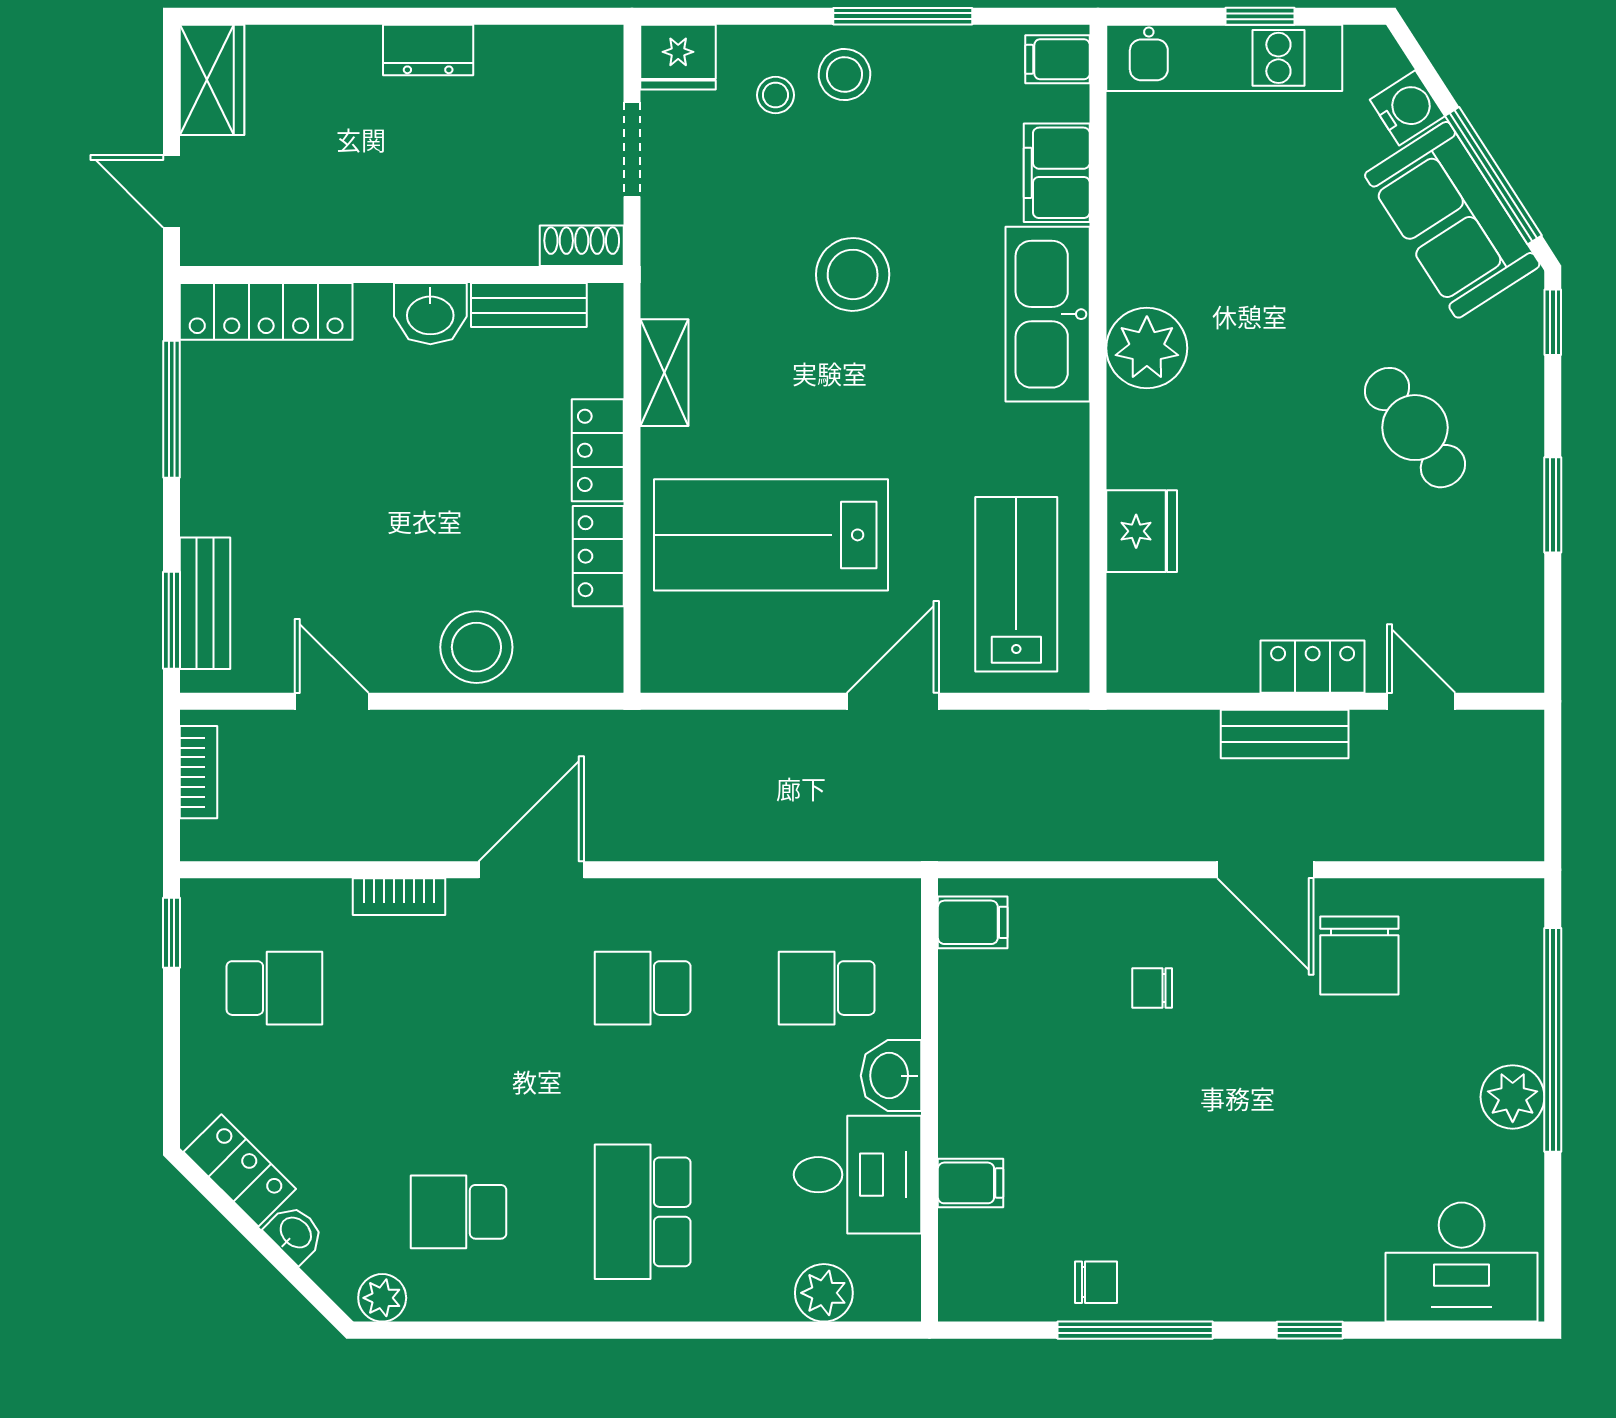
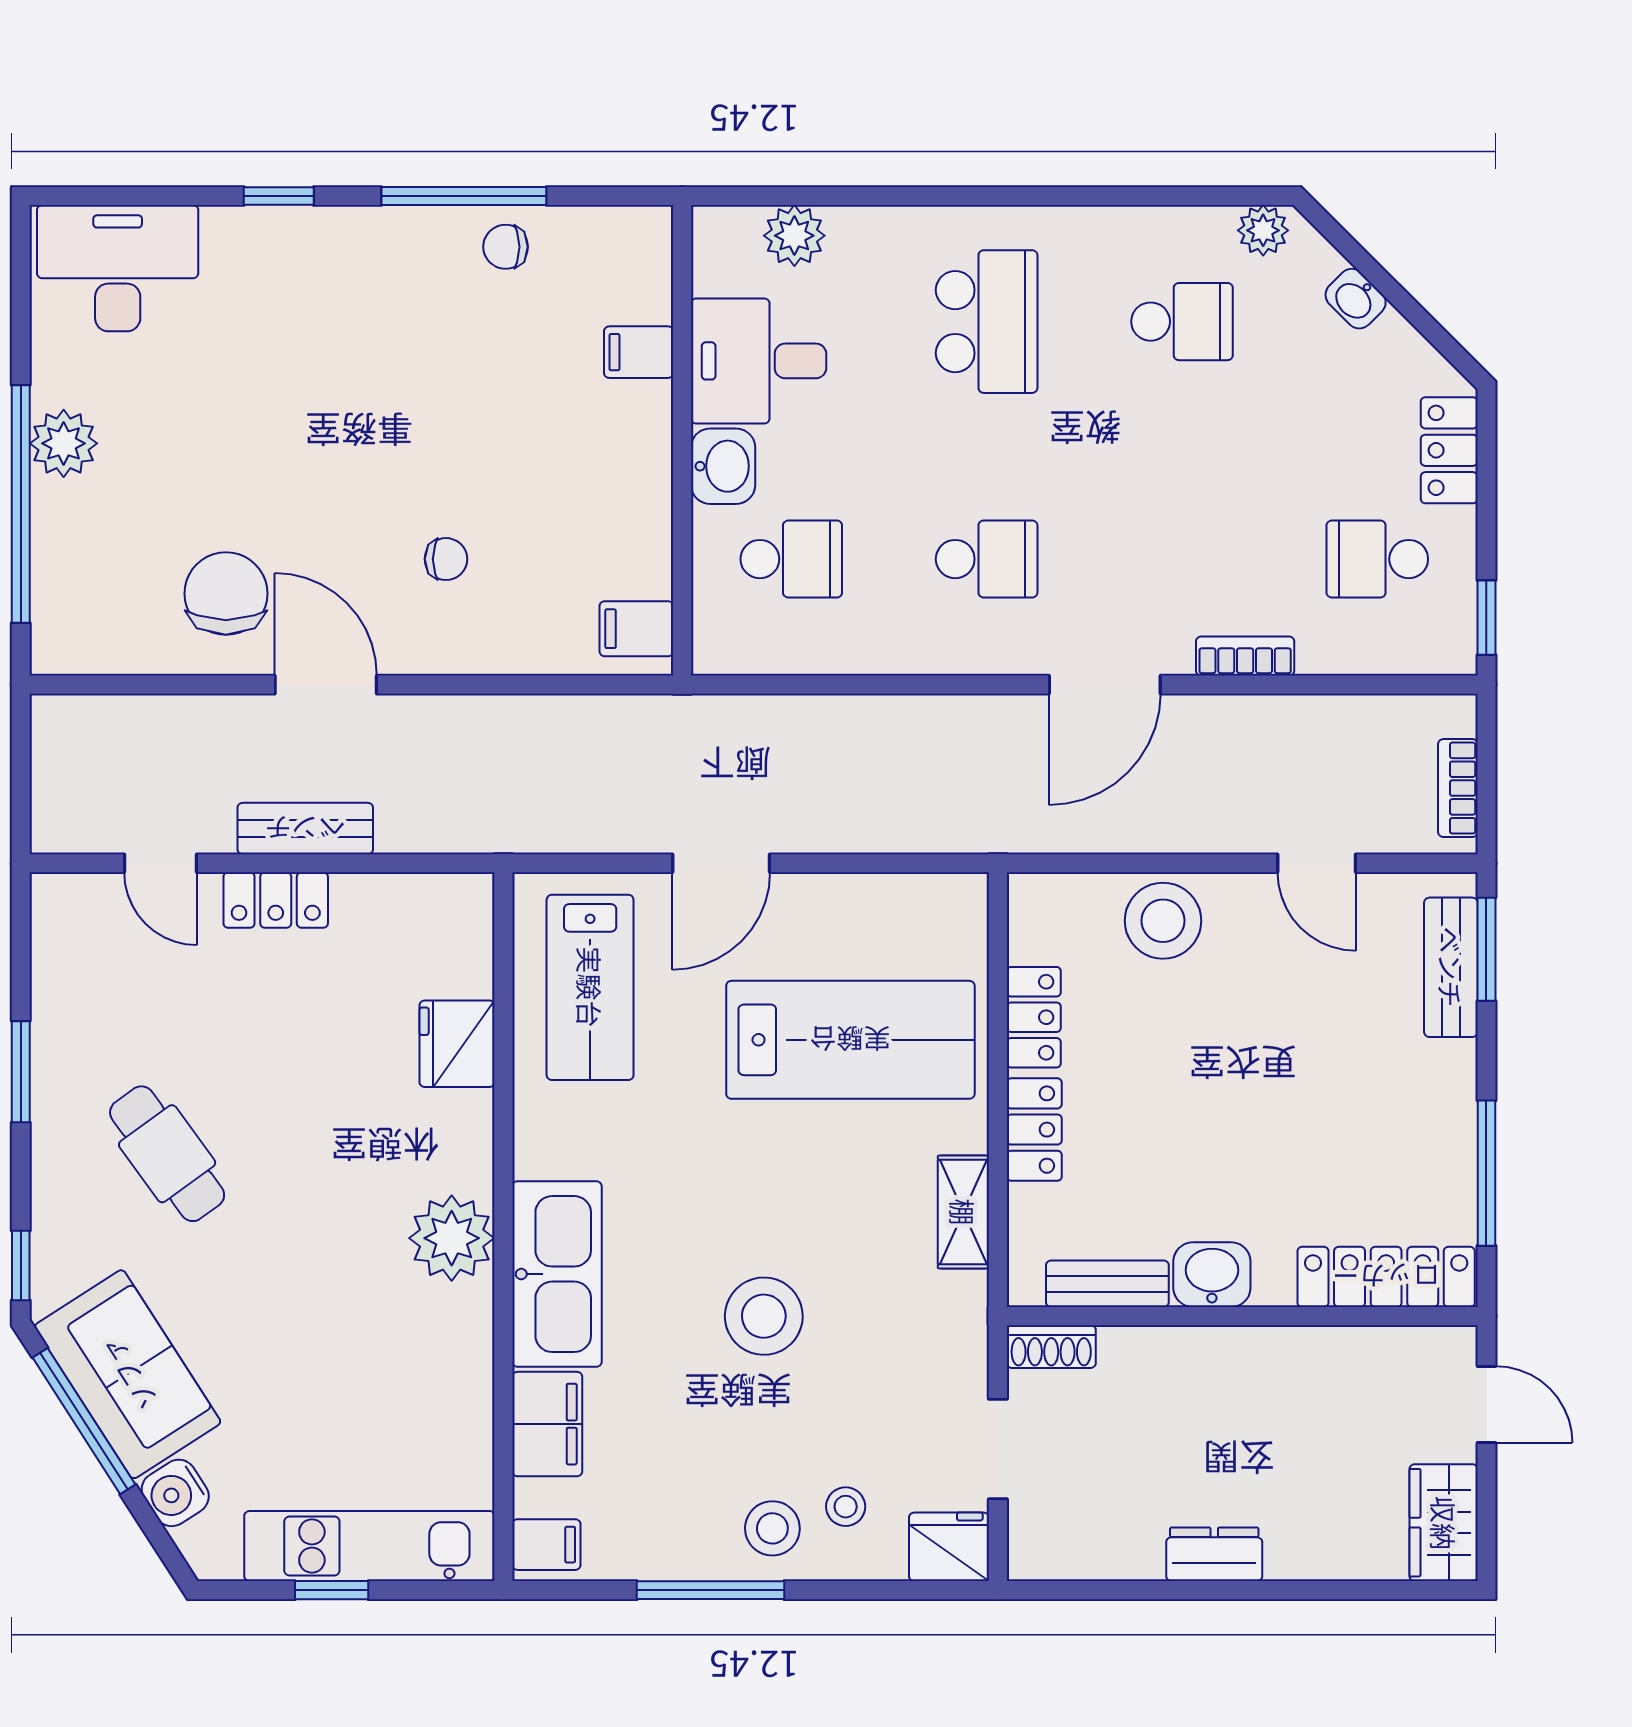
locker: (240, 1170) -> (1449, 450), moved, turned 45

